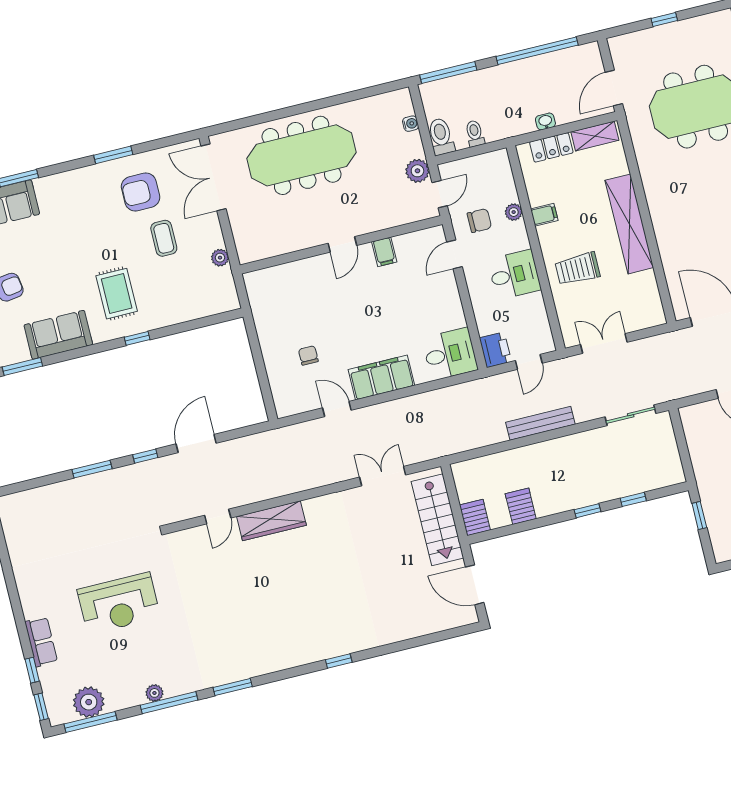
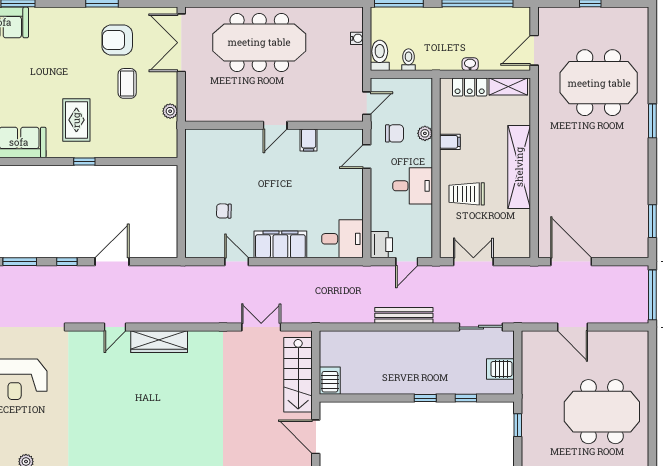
plant: (417, 171) -> (353, 79), removed
chair: (308, 355) -> (224, 211), turned -89
server rack: (521, 506) -> (500, 369), moved, turned -90

